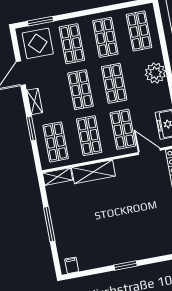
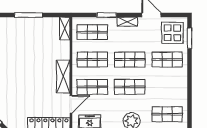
shop shelf: (105, 37) -> (167, 87), removed
shelving: (93, 172) -> (63, 77), moved

